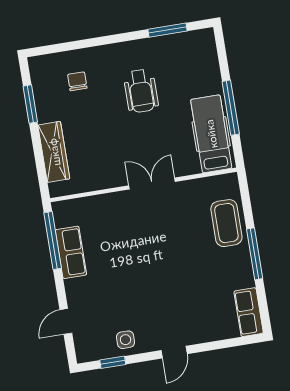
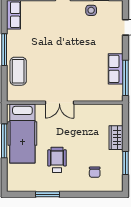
window: (168, 30) -> (48, 194), moved
hospital bed: (211, 134) -> (22, 134), width x1.37, depth x1.29
wardrobe: (54, 152) -> (116, 138), width x0.67

